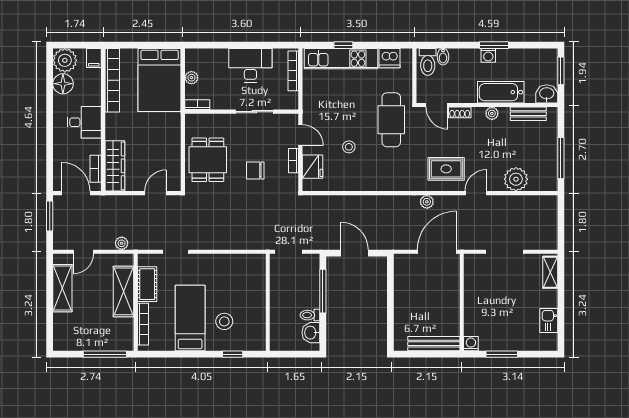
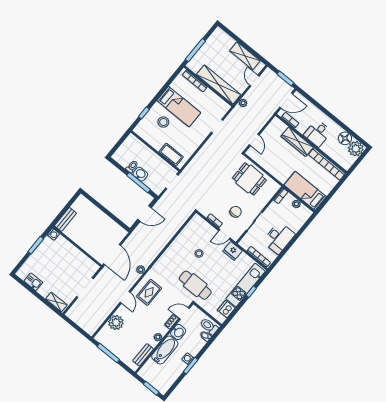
filing cabinet: (94, 58) -> (345, 164), removed
bed: (160, 80) -> (305, 191), width x0.67
washbasin: (547, 94) -> (178, 332), moved
wardrobe: (115, 166) -> (297, 142), moved
fridge: (312, 167) -> (233, 251), moved
chair: (255, 170) -> (236, 212), moved
cot: (147, 284) -> (171, 155), moved
shelving: (124, 291) -> (219, 85), width x1.47
washbasin: (311, 333) -> (140, 174), moved
bench: (434, 344) -> (65, 219), width x0.73

